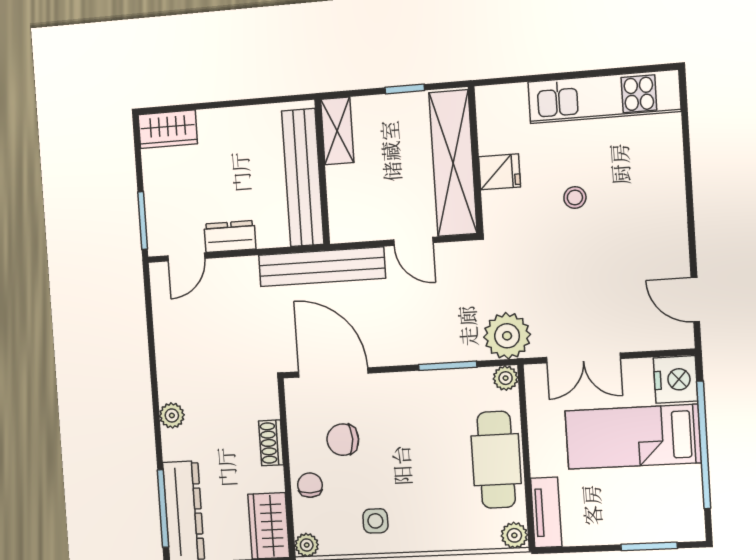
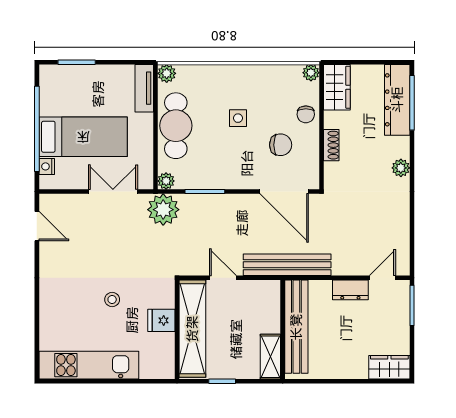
nightstand: (676, 379) -> (47, 166), width x0.53, depth x0.56
side table: (375, 521) -> (238, 118), moved

